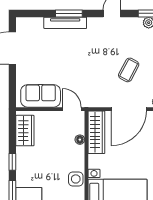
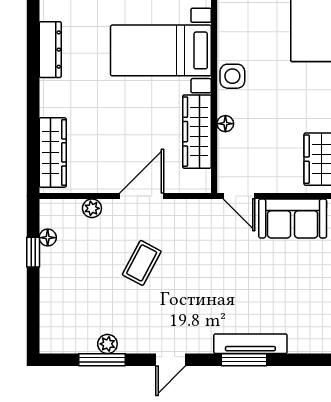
door: (129, 109) -> (142, 196), width x0.73
wardrobe: (96, 132) -> (197, 132), moved
floor lamp: (80, 140) -> (225, 124), moved

